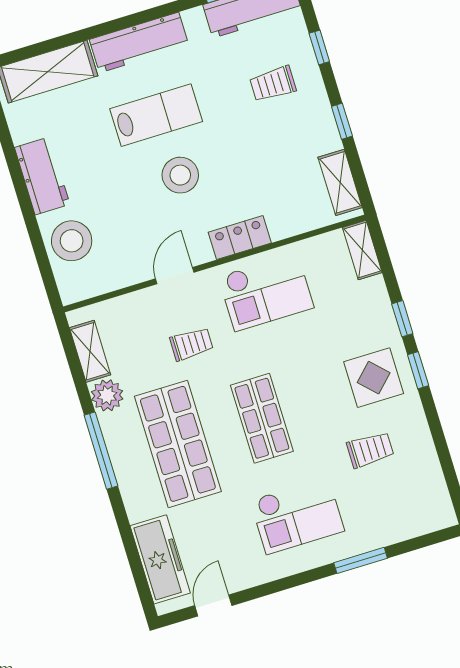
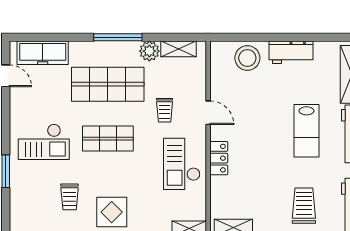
trolley: (273, 84) -> (304, 206), width x1.36, depth x1.39
stool: (180, 175) -> (267, 134), removed
checkout: (297, 516) -> (44, 142), turned -90

